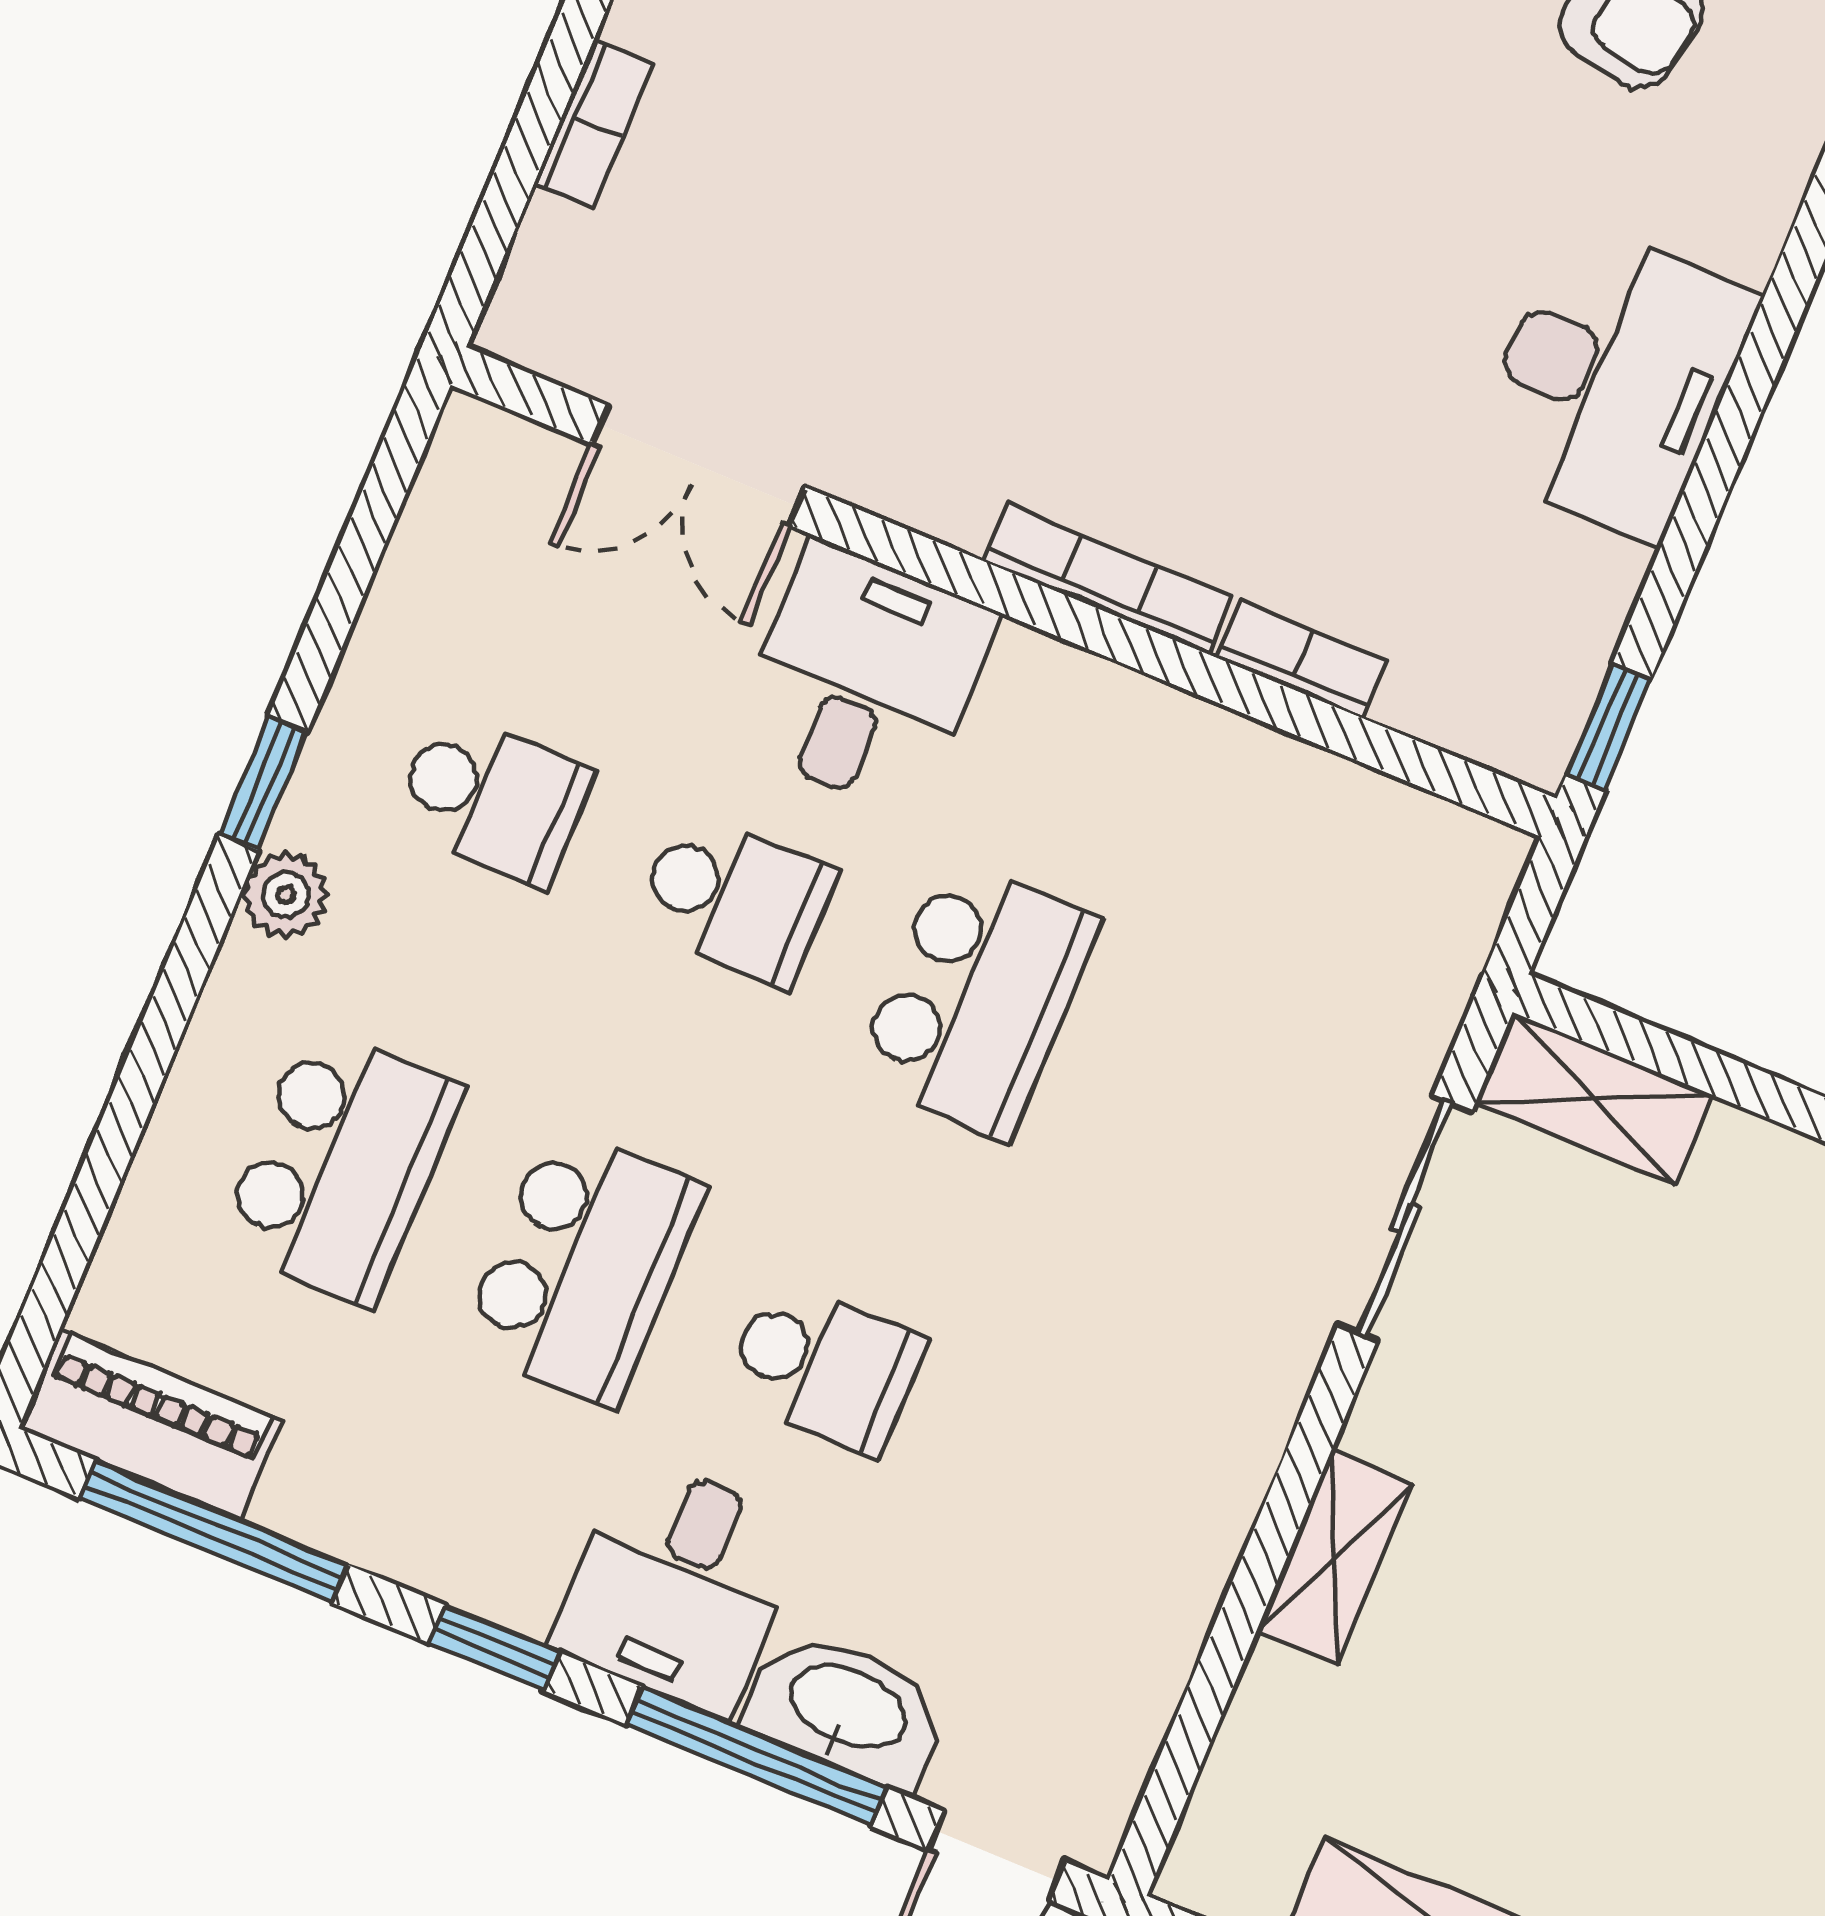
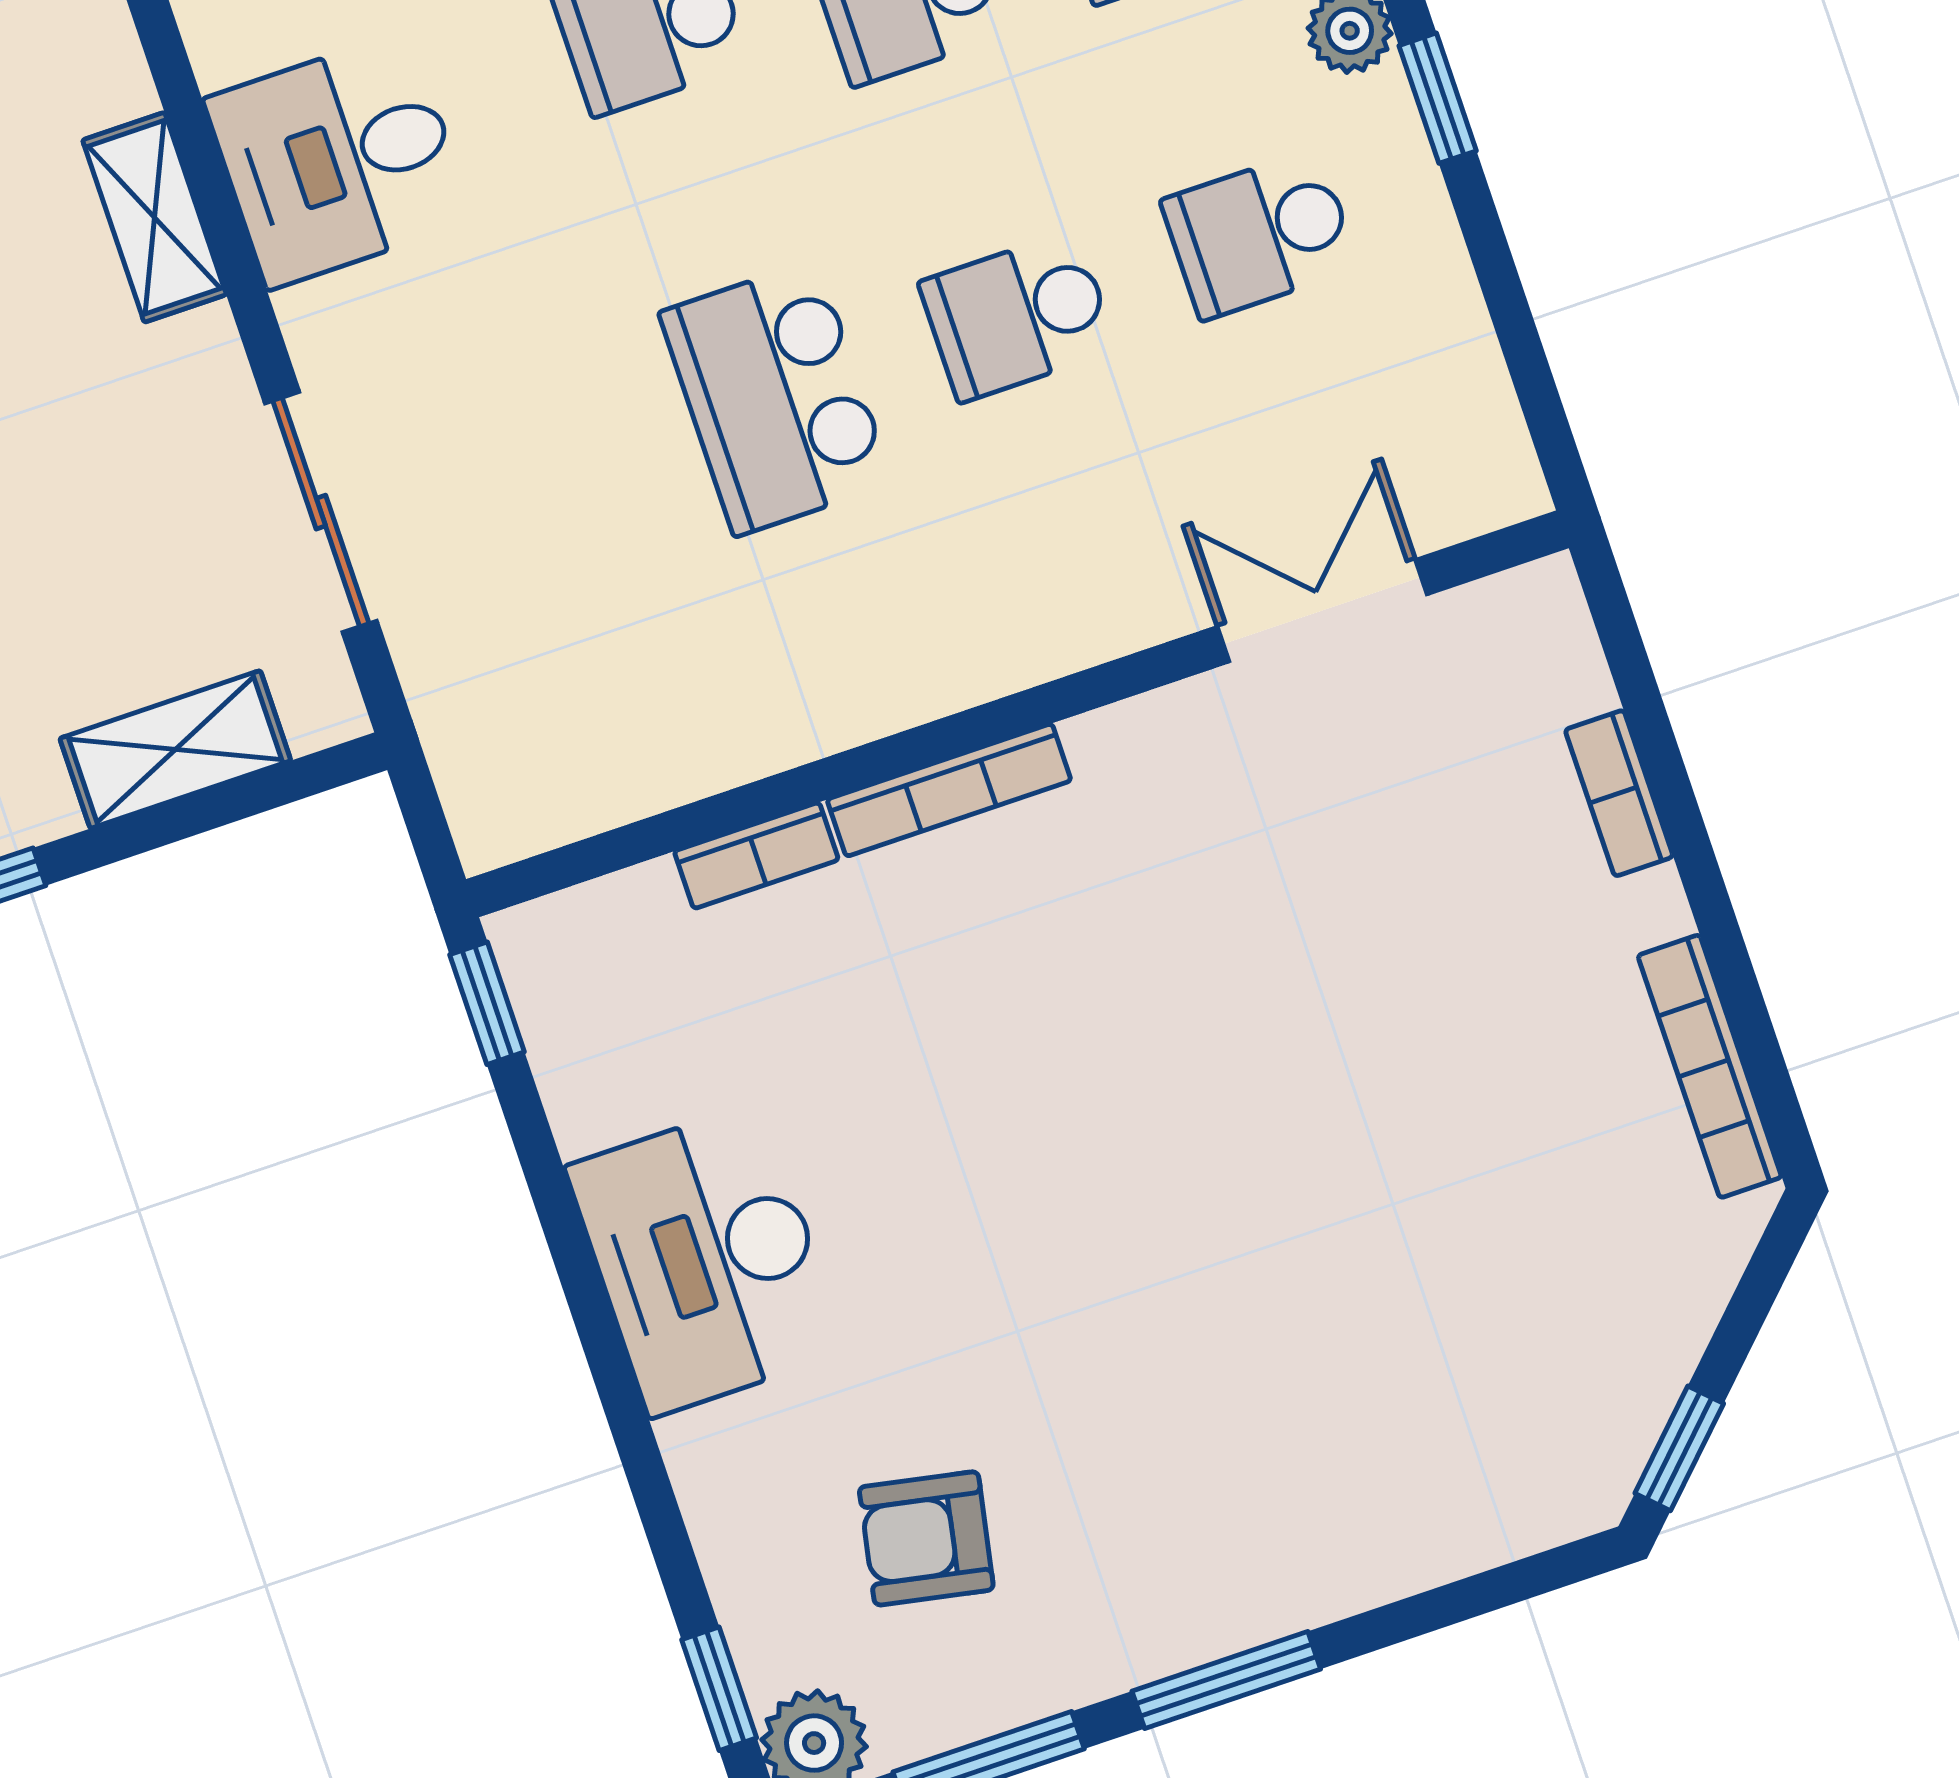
desk: (864, 678) -> (339, 160), moved, turned 90
shelving: (1594, 1099) -> (175, 749), moved

